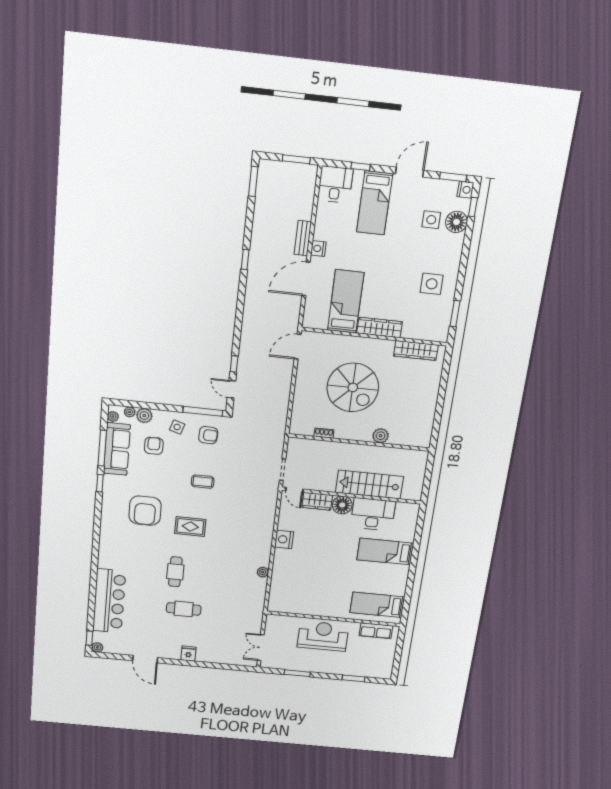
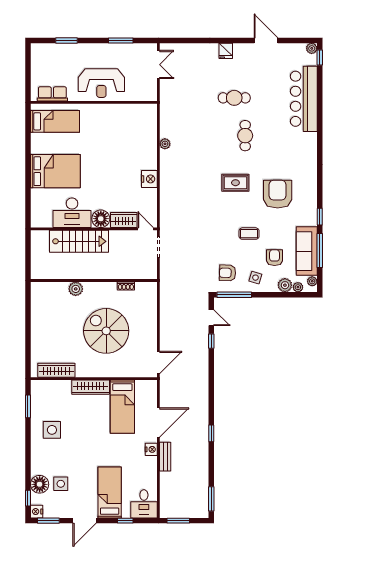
armchair: (154, 446) -> (275, 258), turned 180
coffee table: (203, 482) -> (249, 234), moved
bed: (385, 551) -> (55, 171), width x1.50

